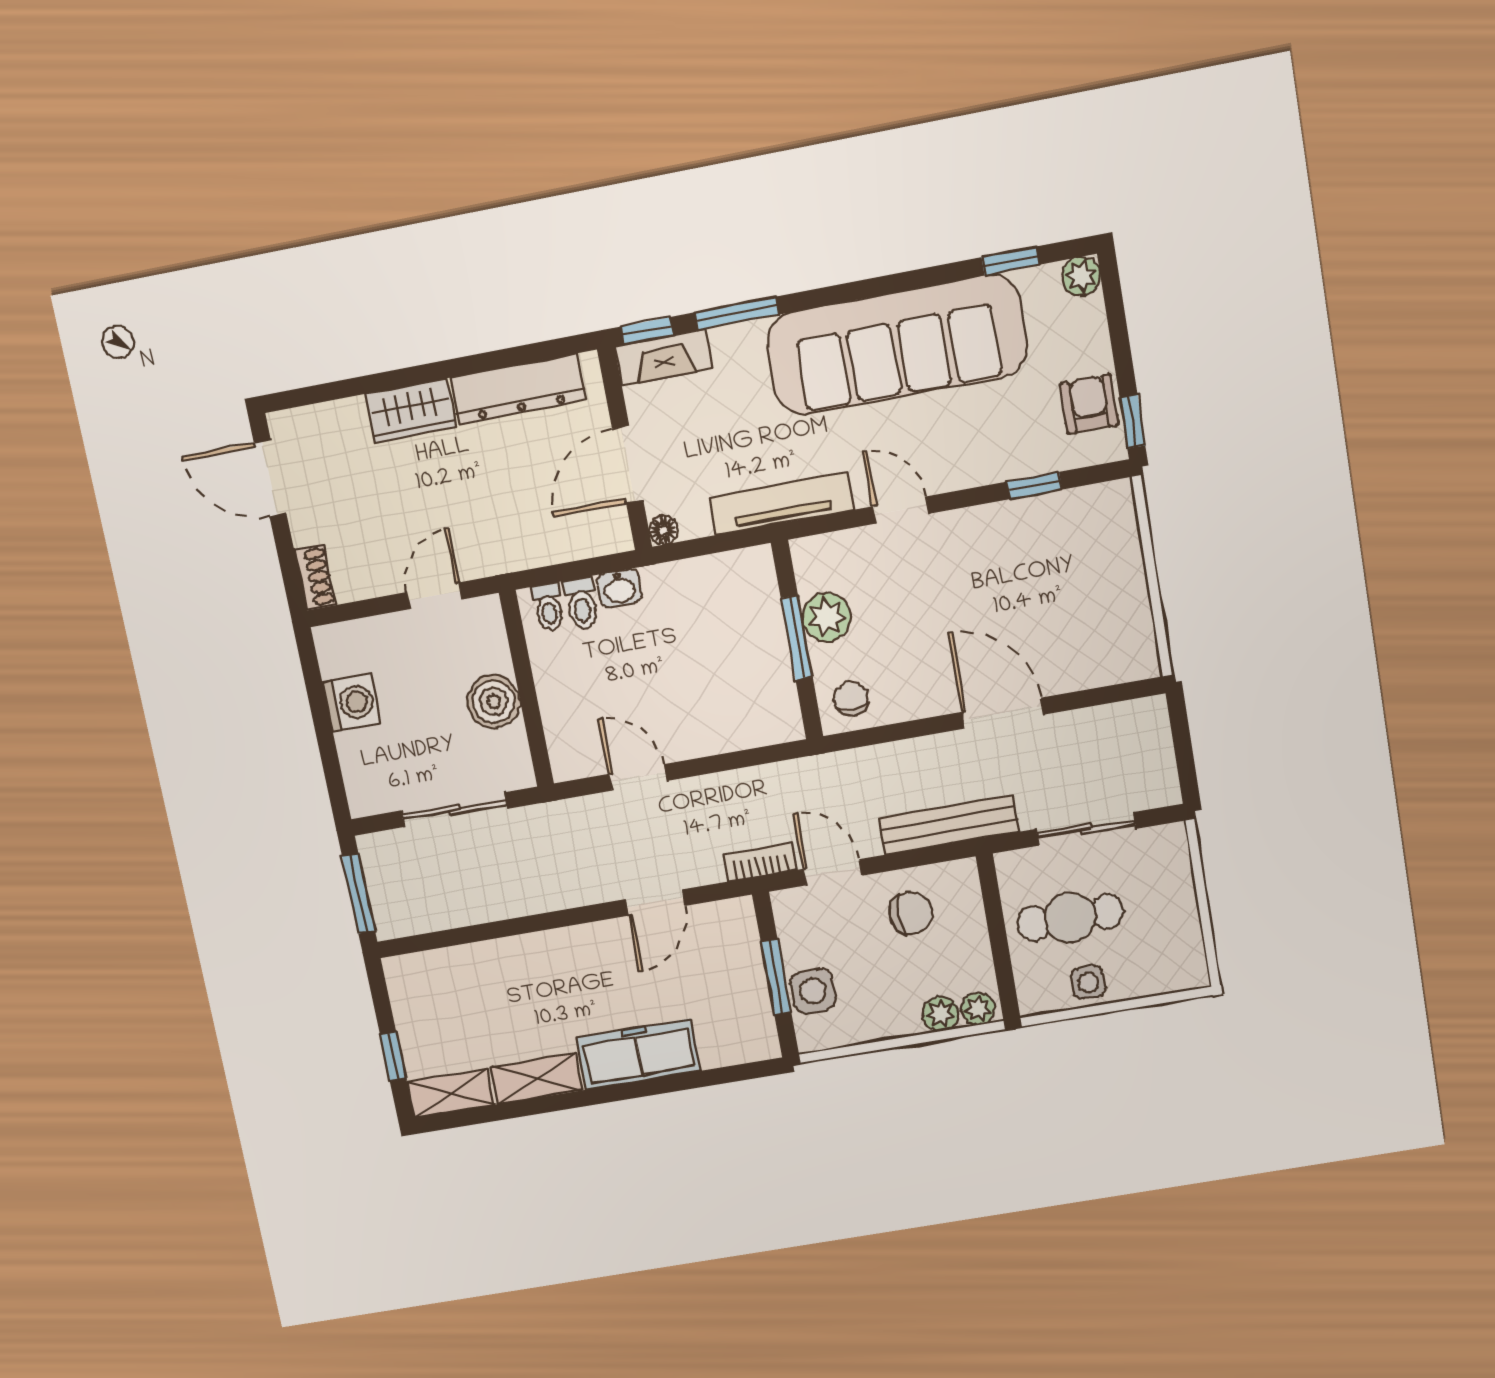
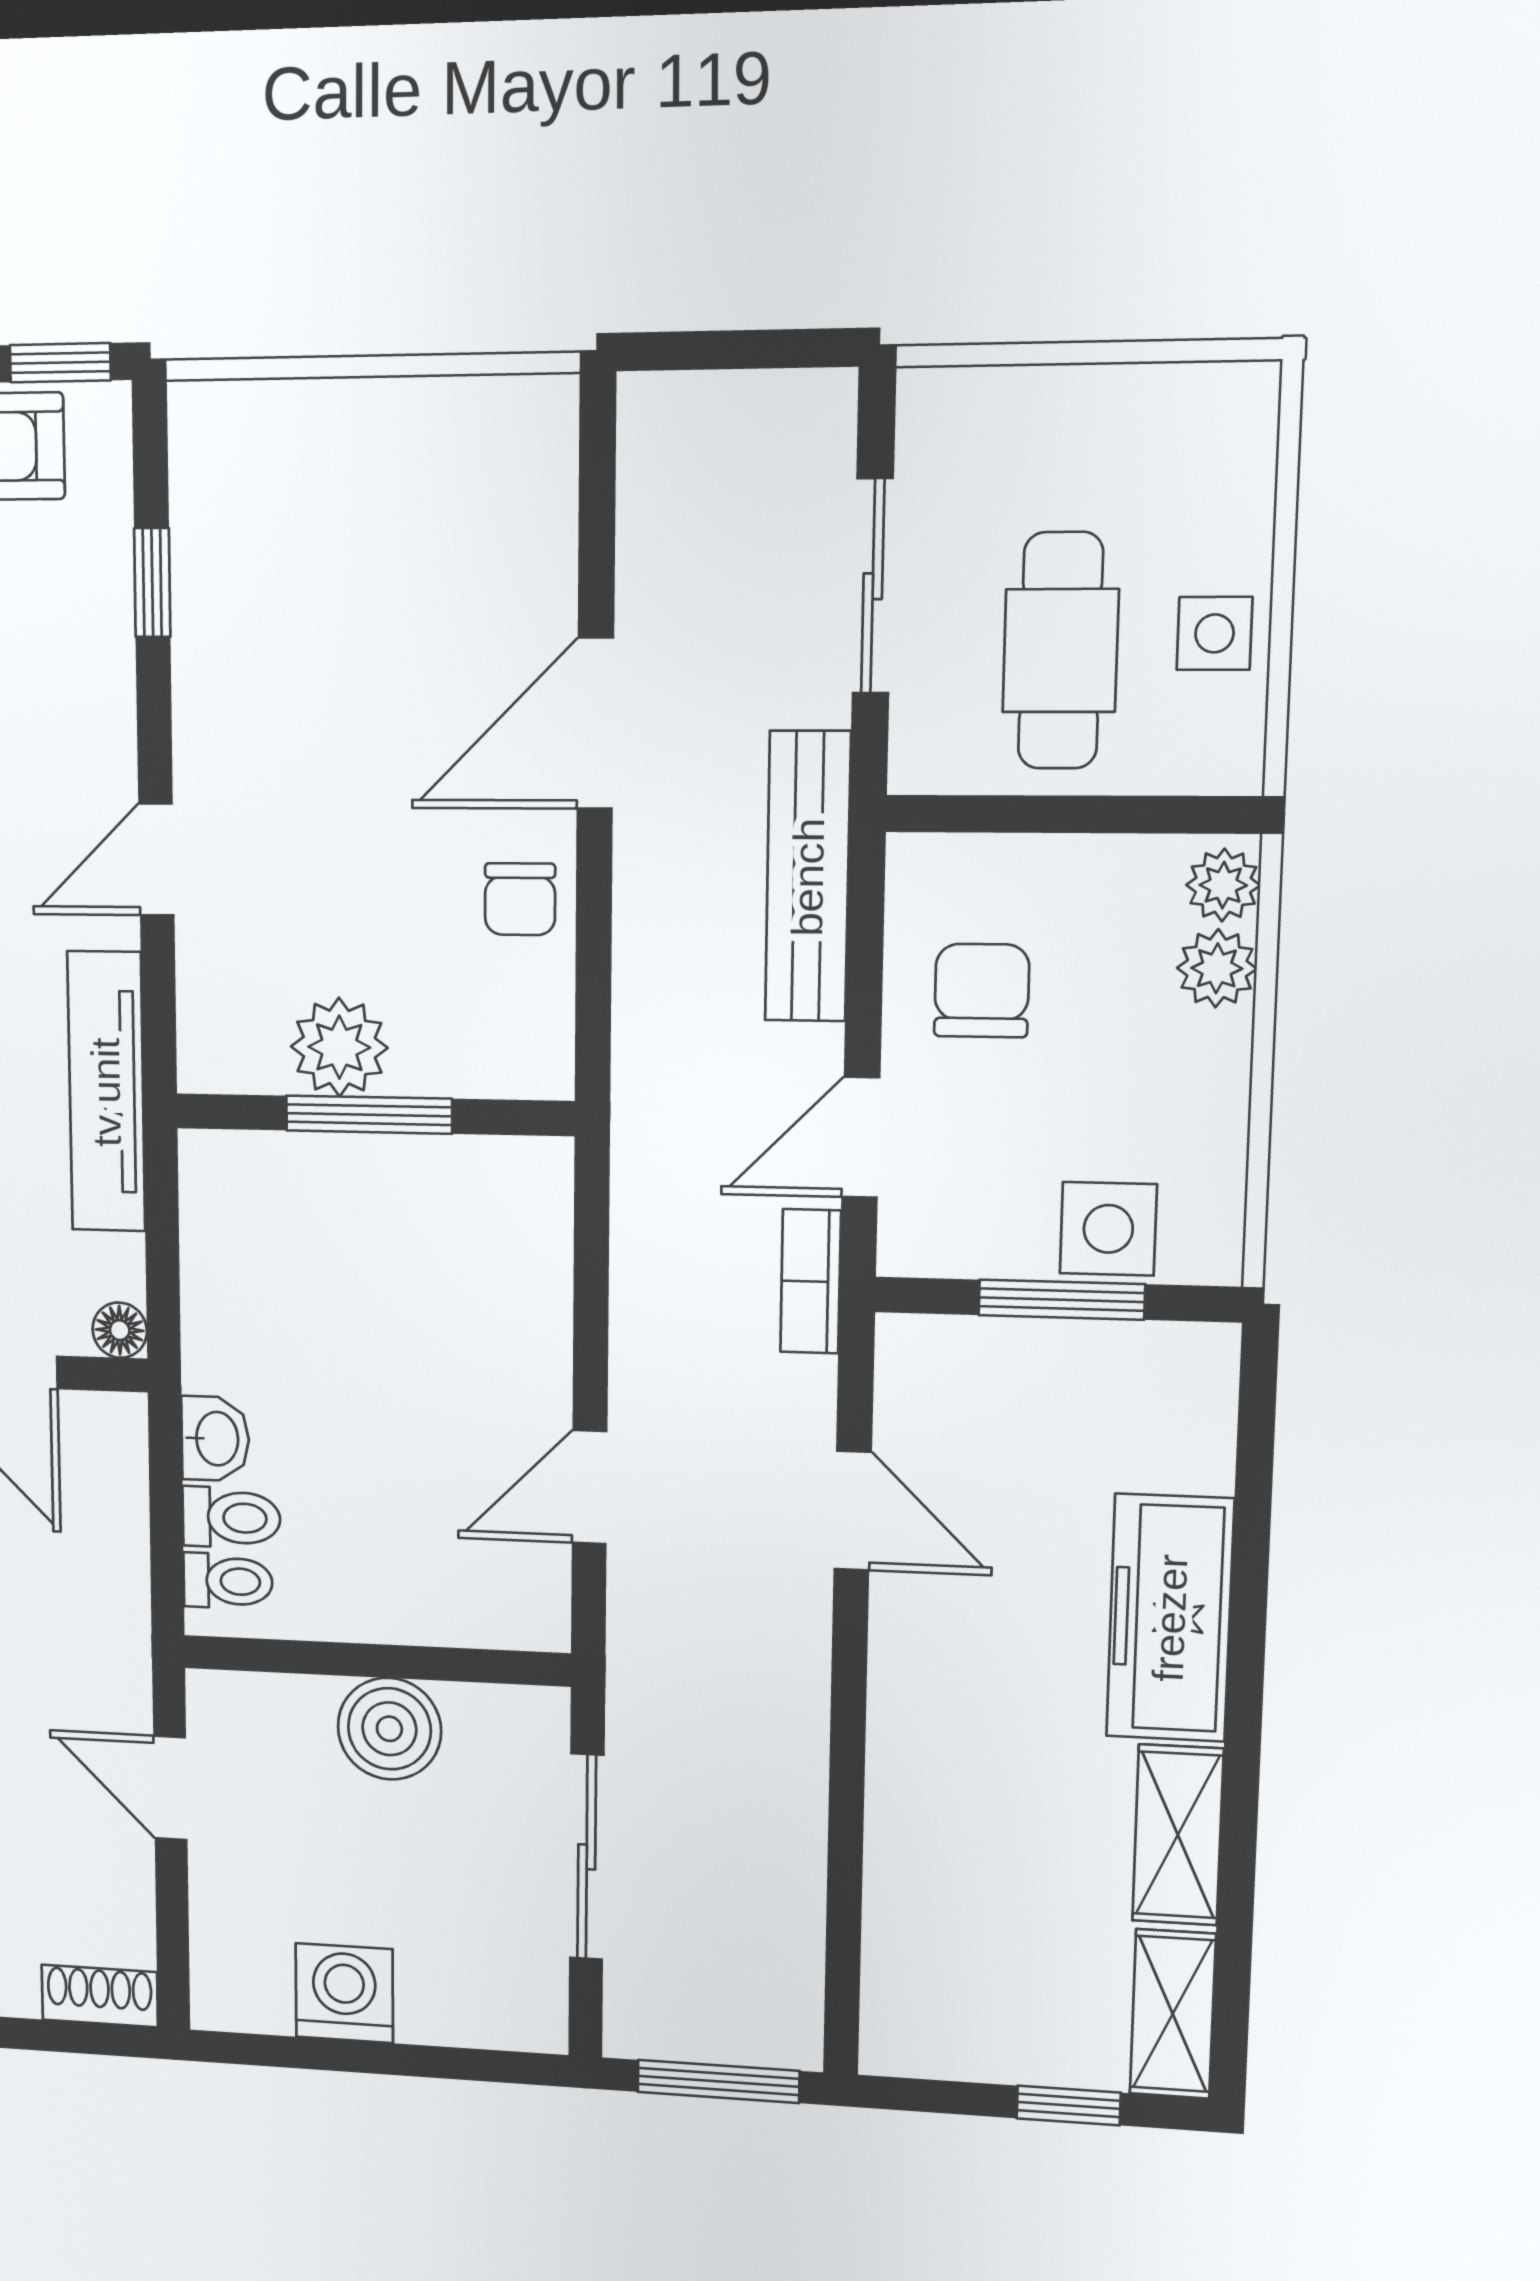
chair: (851, 699) -> (520, 899), moved, turned -90

